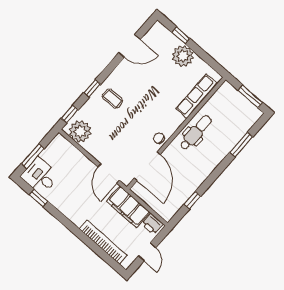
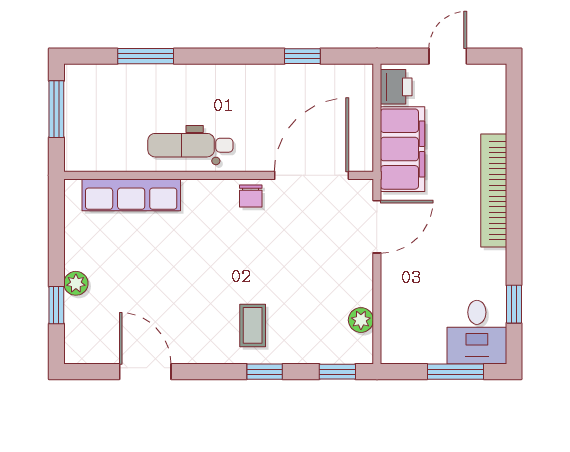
plant: (183, 56) -> (76, 283), width x0.53, depth x0.53
plant: (80, 131) -> (361, 320), width x0.53, depth x0.53
bookcase: (103, 242) -> (494, 191), moved

